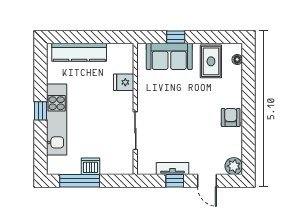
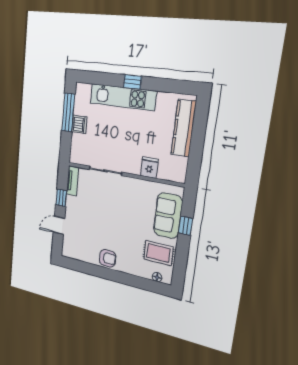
plant: (234, 166) -> (68, 251), removed
tv unit: (173, 169) -> (73, 181), moved

